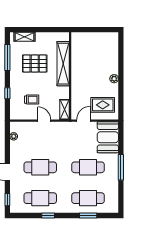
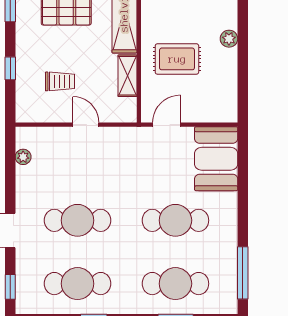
rug: (103, 105) -> (177, 59), moved
shelving: (65, 109) -> (127, 76), moved
window: (121, 167) -> (243, 273), moved

